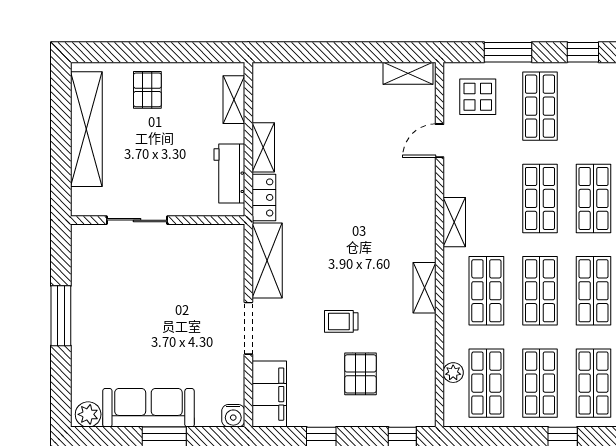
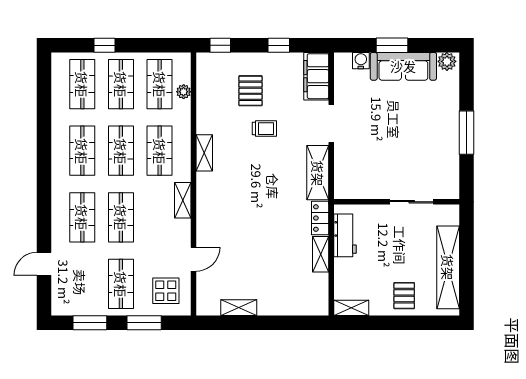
window: (583, 52) -> (90, 323), width x1.50
shelving: (408, 73) -> (239, 308), moved
shelving: (234, 100) -> (351, 308), moved, turned 90
water cooler: (233, 416) -> (361, 61), moved

